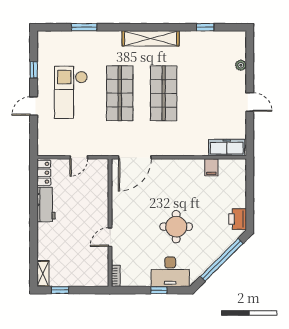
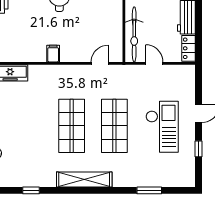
door: (79, 157) -> (154, 63), hinge flipped
door: (135, 157) -> (100, 63), width x0.53
filing cabinet: (211, 167) -> (53, 54), moved
bicycle: (99, 187) -> (134, 34), added

